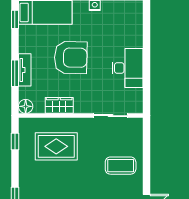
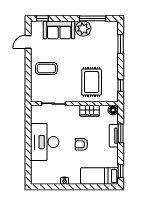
armchair: (71, 58) -> (81, 144), width x0.53, depth x0.53
desk: (128, 68) -> (45, 142), width x1.36, depth x1.30
rug: (56, 146) -> (92, 82), turned 90

